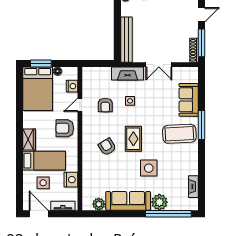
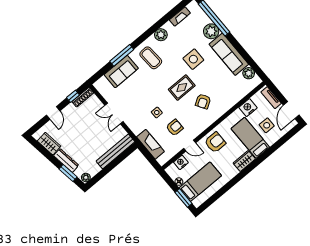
door: (202, 15) -> (53, 113), swing flipped
window: (202, 43) -> (73, 96), width x0.46
double door: (159, 65) -> (114, 113), swing flipped
fireplace: (128, 74) -> (150, 144), moved
bed: (38, 89) -> (200, 182), width x0.67
window: (202, 125) -> (122, 55), moved
armchair: (65, 128) -> (215, 142), turned -90
coffee table: (179, 134) -> (151, 58), width x0.73, depth x0.76
plant: (191, 158) -> (161, 35), added

